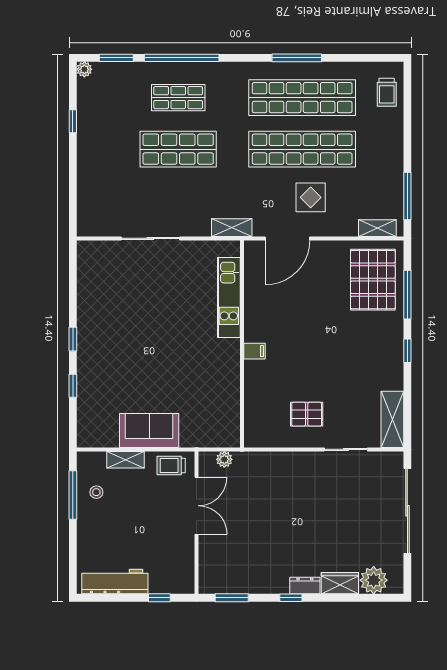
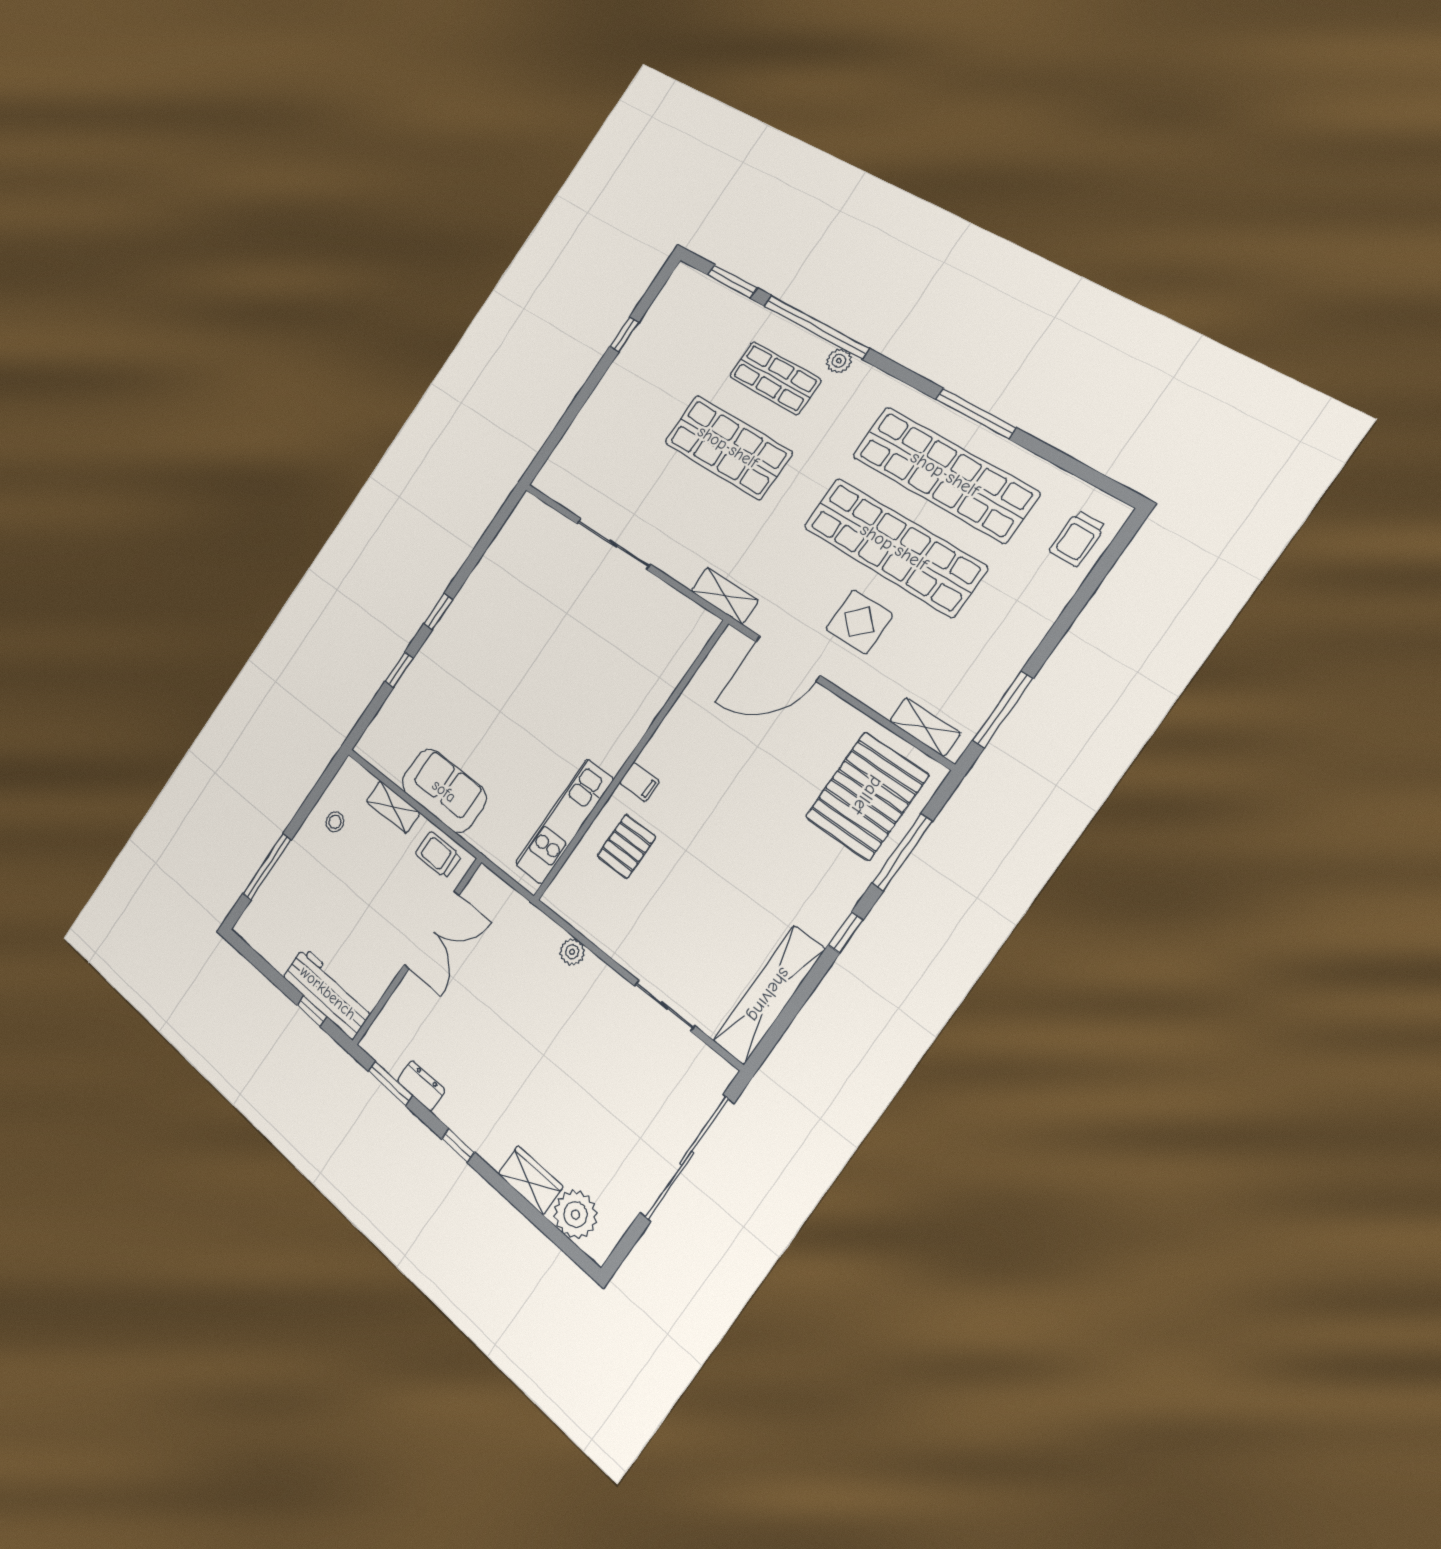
plant: (84, 69) -> (839, 361), moved
kitchen unit: (229, 297) -> (564, 822), moved
pallet: (307, 414) -> (626, 846), moved, turned 90
shelving: (392, 419) -> (769, 995), width x1.47
plant: (224, 459) -> (572, 952), moved
window: (73, 495) -> (267, 867), moved
workbench: (115, 582) -> (328, 993), moved
dresser: (305, 586) -> (421, 1086), moved

